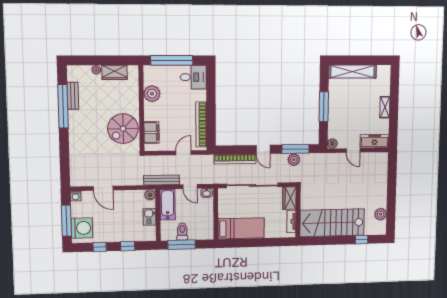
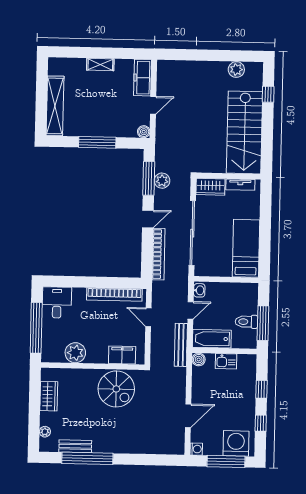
plant: (96, 70) -> (45, 432), moved

